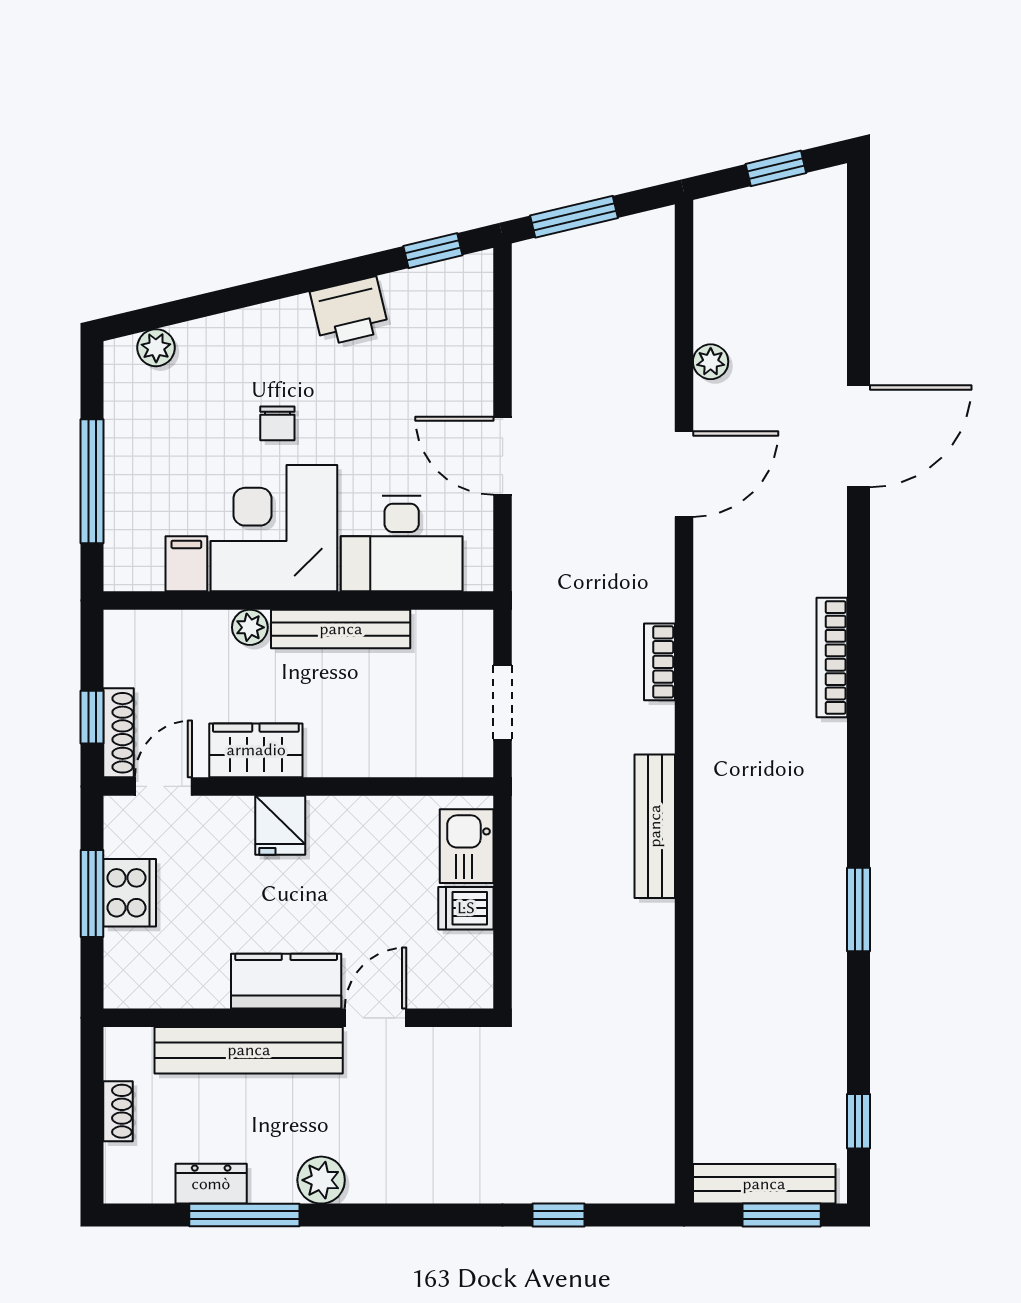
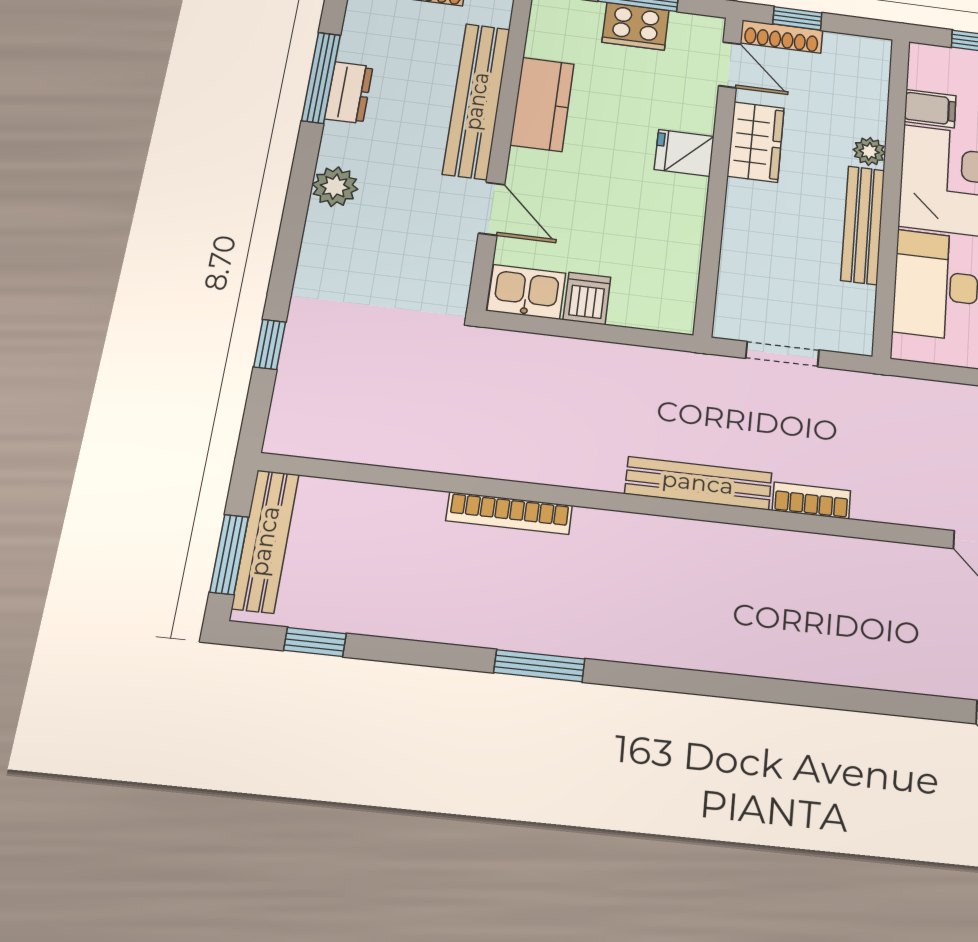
bookcase: (832, 658) -> (509, 513), moved, turned 180
bench: (655, 826) -> (698, 483), moved
kitchen sink: (467, 846) -> (526, 292), moved
kitchen counter: (286, 981) -> (542, 104), moved
plant: (321, 1180) -> (335, 187), moved
dresser: (211, 1184) -> (349, 93), moved

